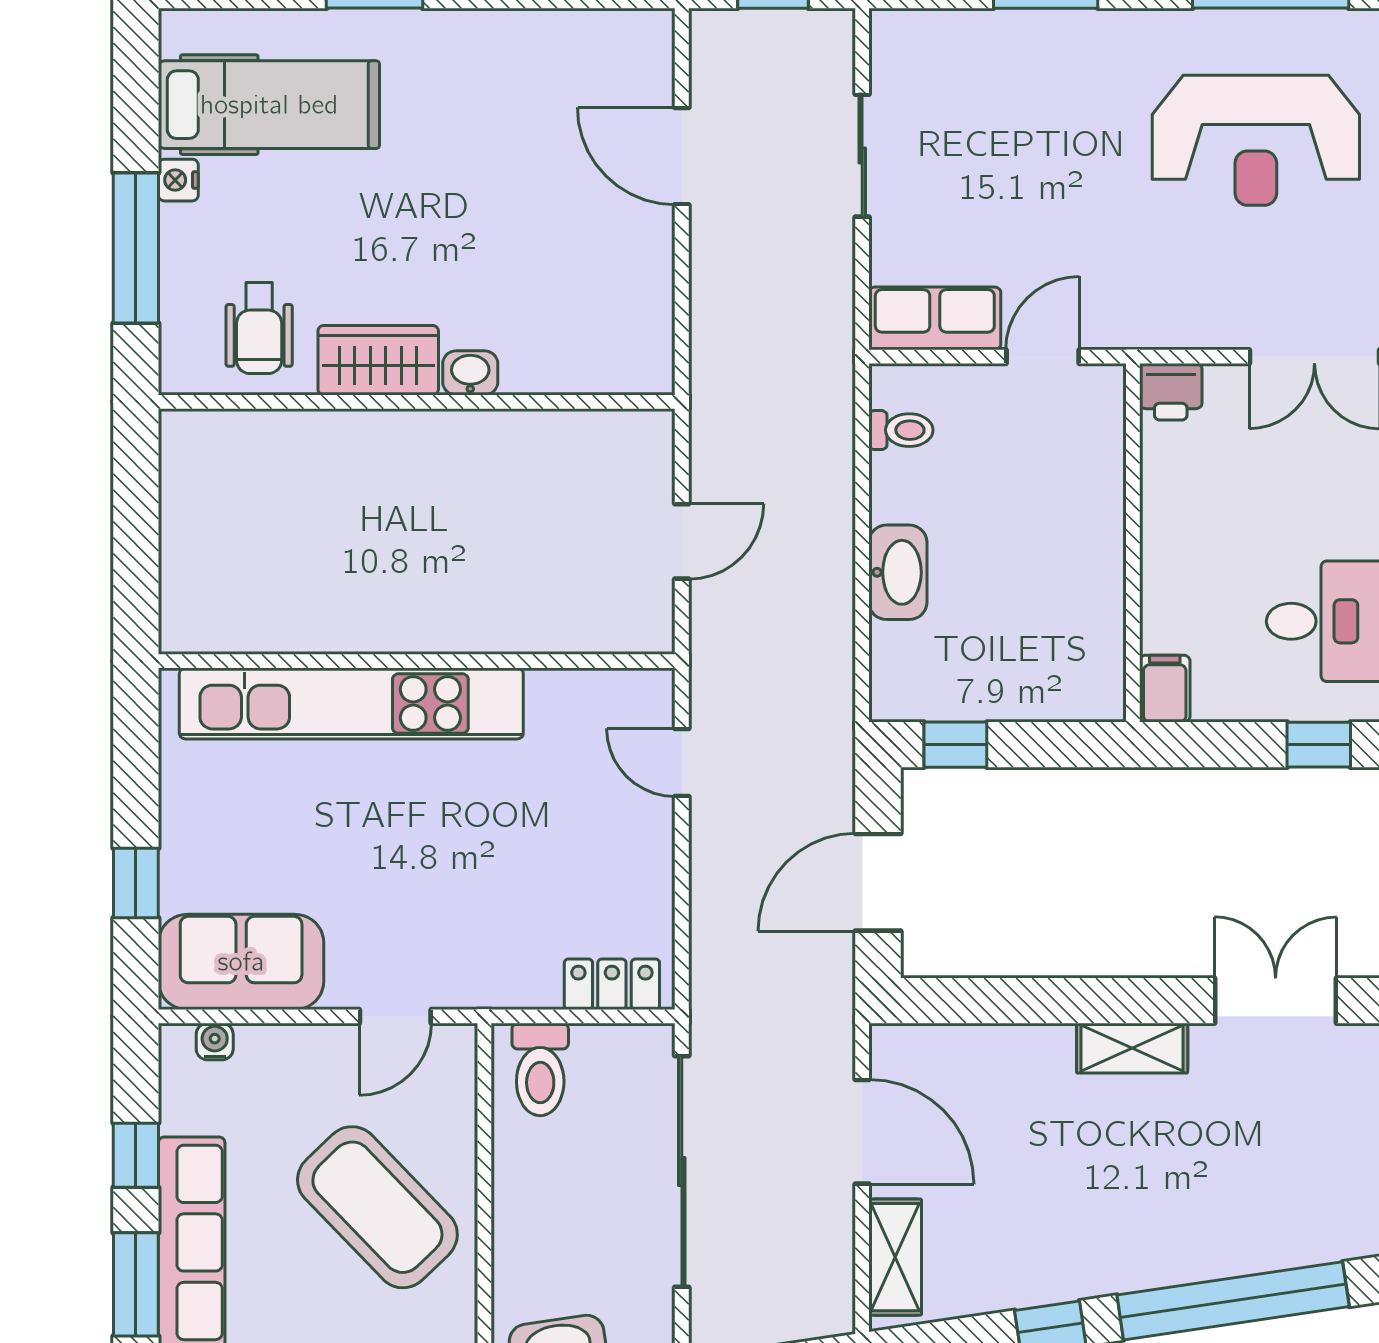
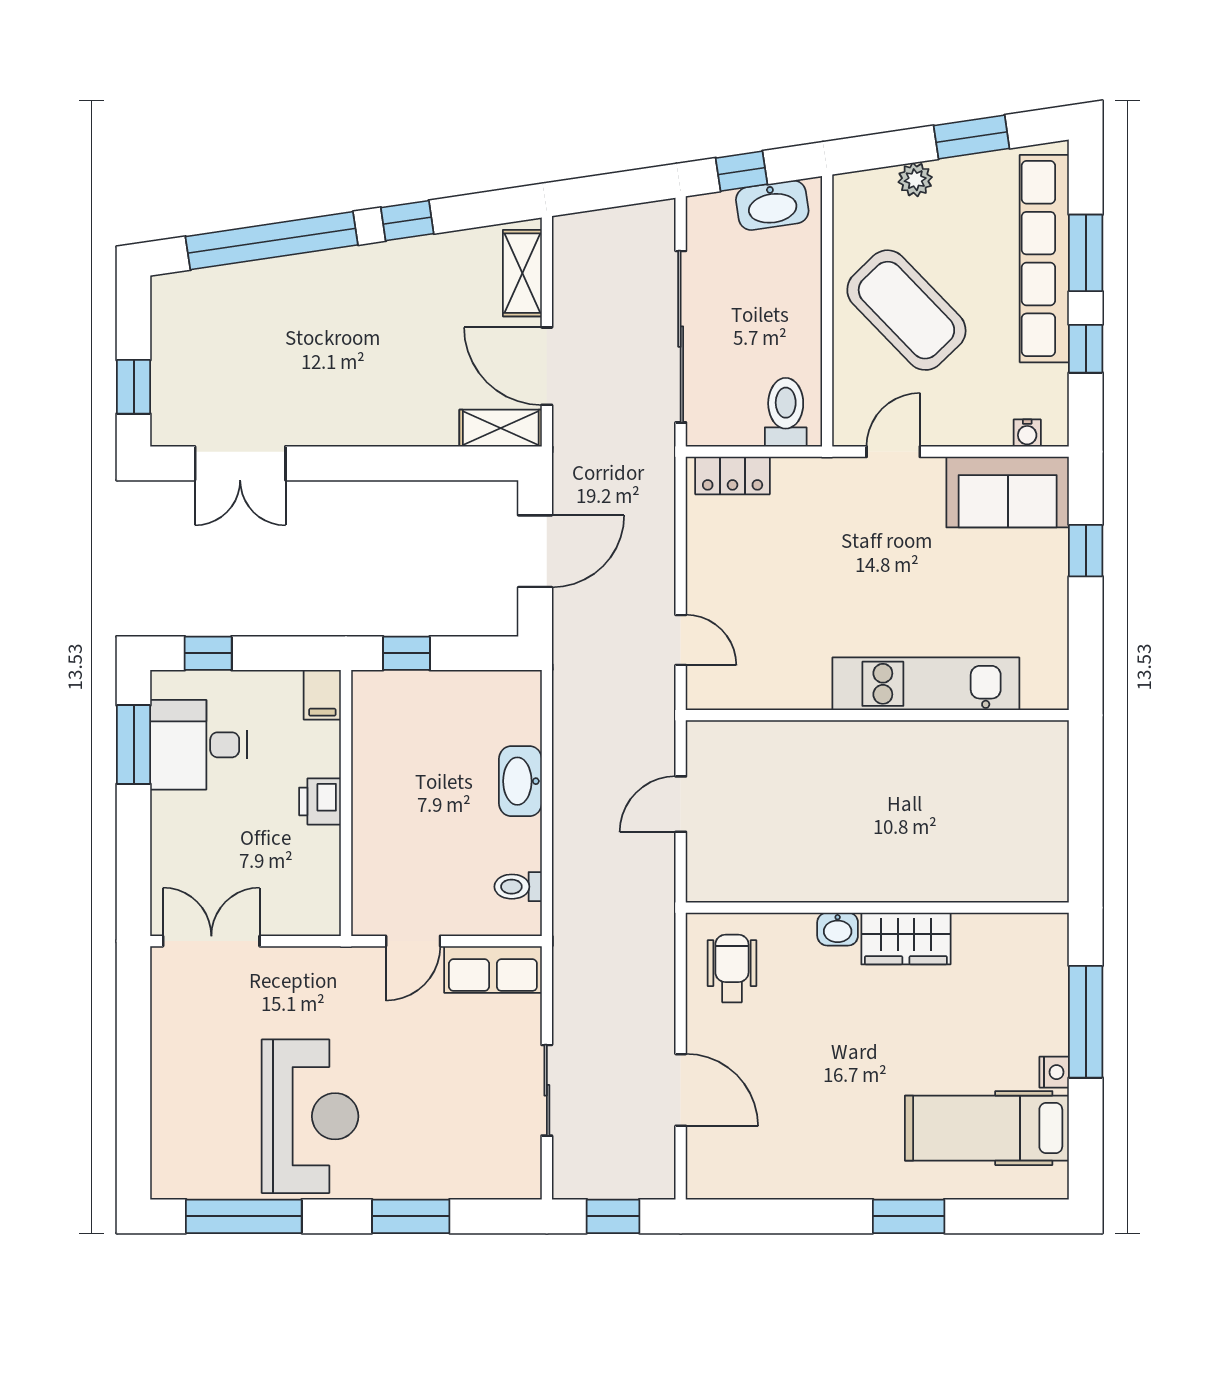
reception desk: (1256, 140) -> (310, 1116), moved, turned 90
wheelchair: (259, 328) -> (732, 969), moved
printer: (1171, 392) -> (320, 801), moved, turned -90
kitchen unit: (351, 703) -> (926, 684), width x0.73
window: (955, 745) -> (406, 653), moved
shelving: (1132, 1048) -> (501, 428), moved

